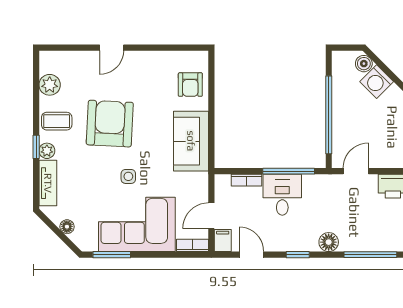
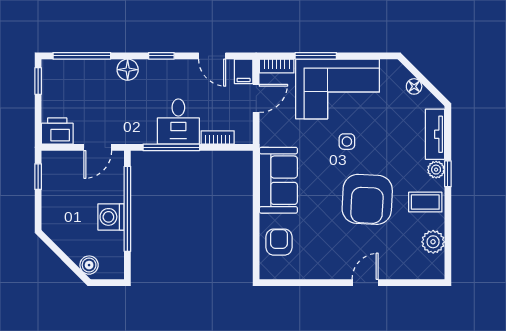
washing machine: (377, 82) -> (111, 217), moved, turned -135
window: (112, 255) -> (316, 56), moved

